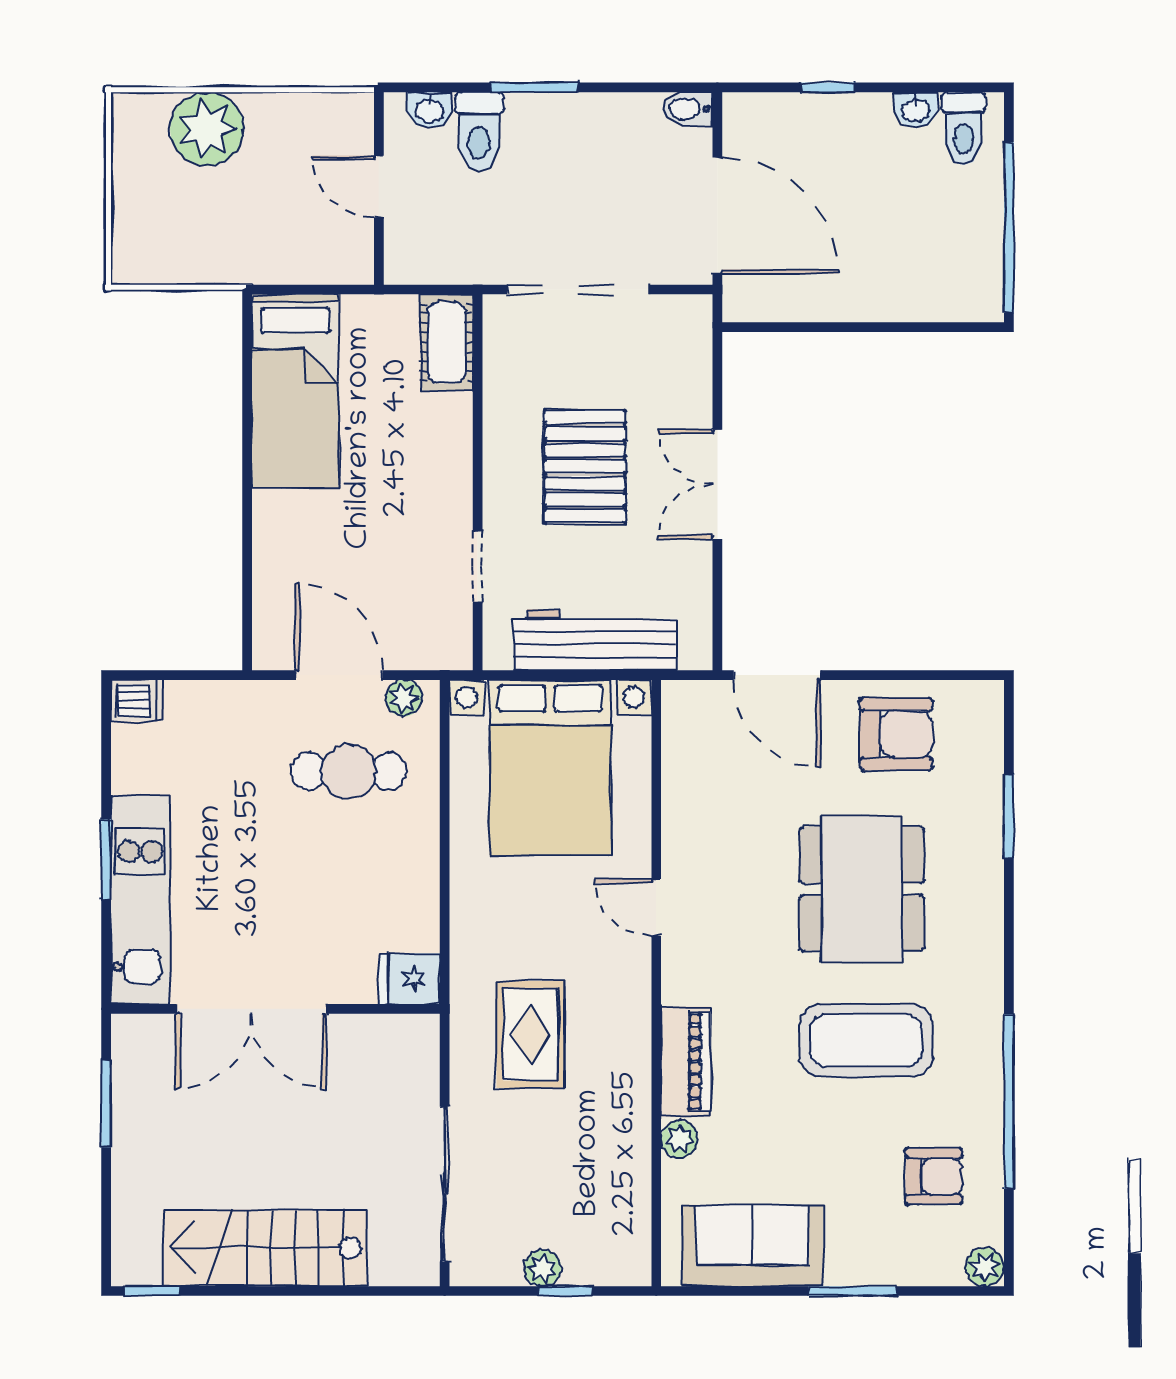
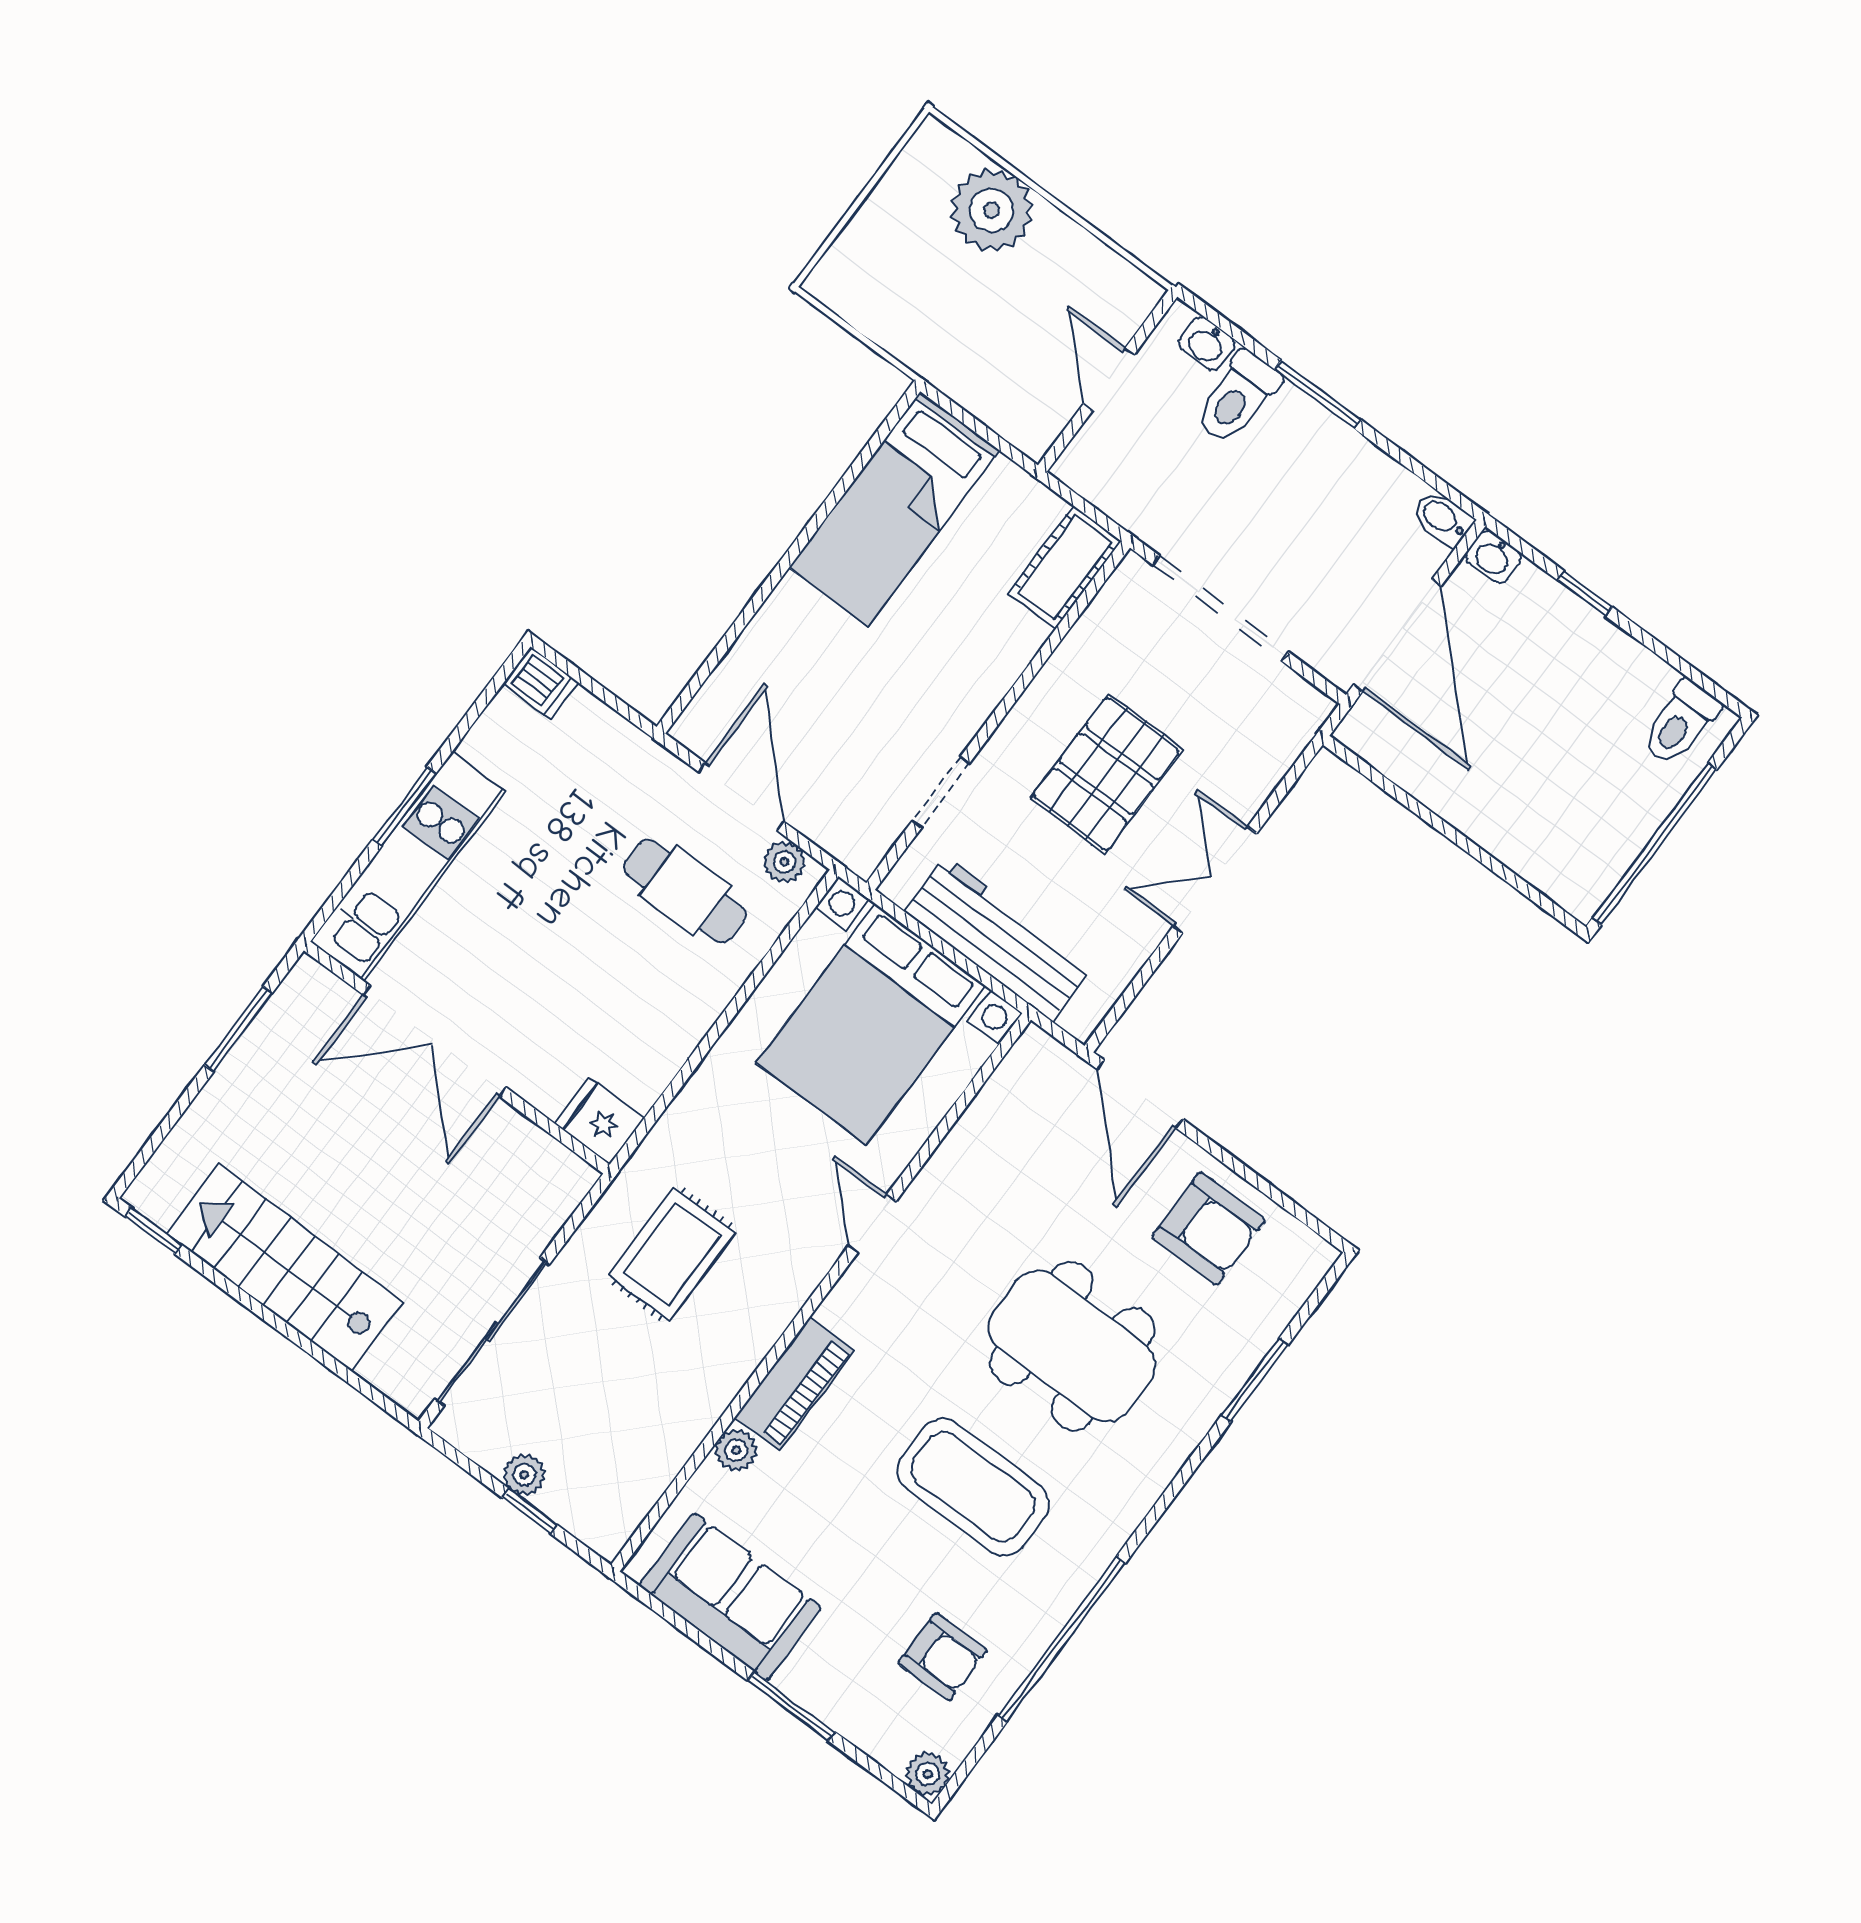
washbasin: (916, 110) -> (1493, 557), moved
dining table: (862, 889) -> (1072, 1346), turned 90

